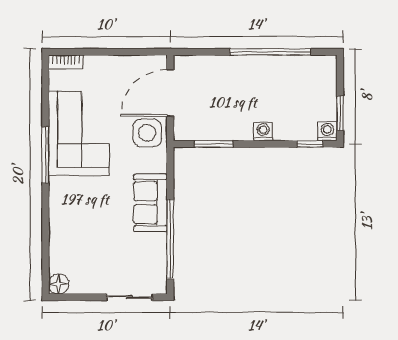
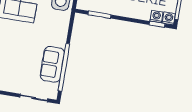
washing machine: (263, 131) -> (156, 17), moved
sofa: (150, 203) -> (52, 64), moved

